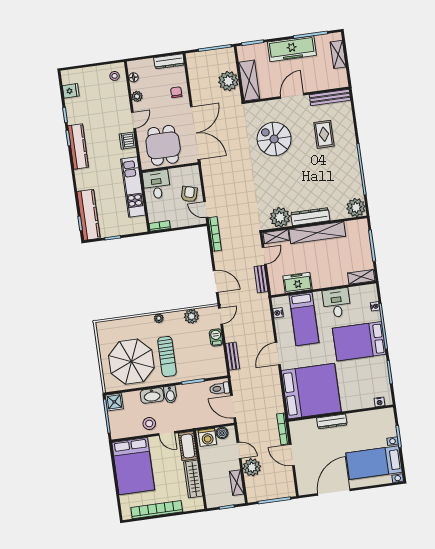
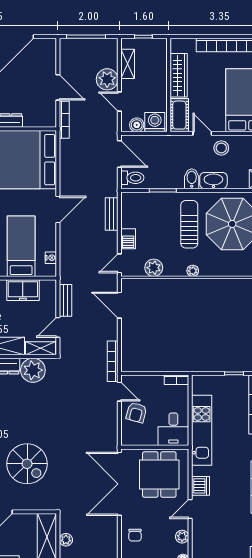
plant: (228, 81) -> (66, 540), width x0.53, depth x0.53

